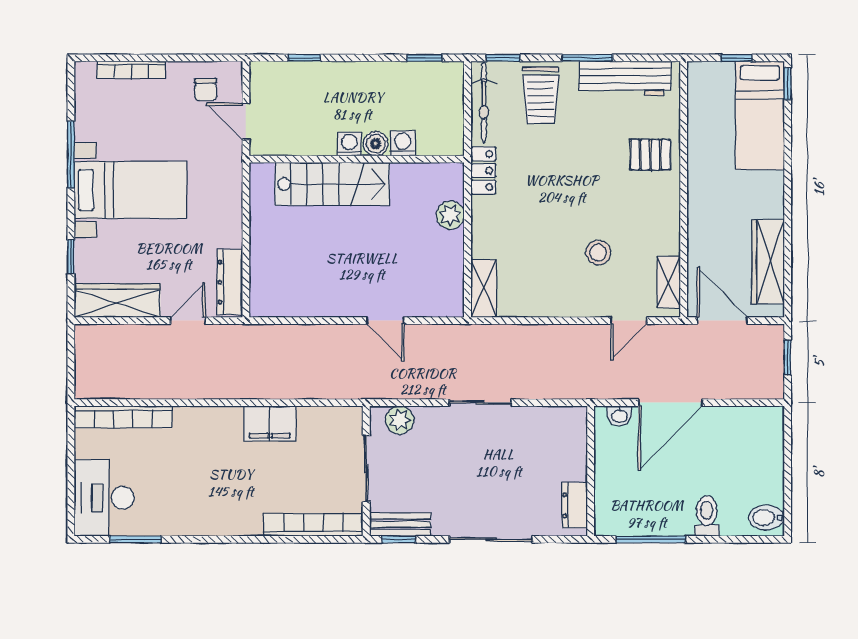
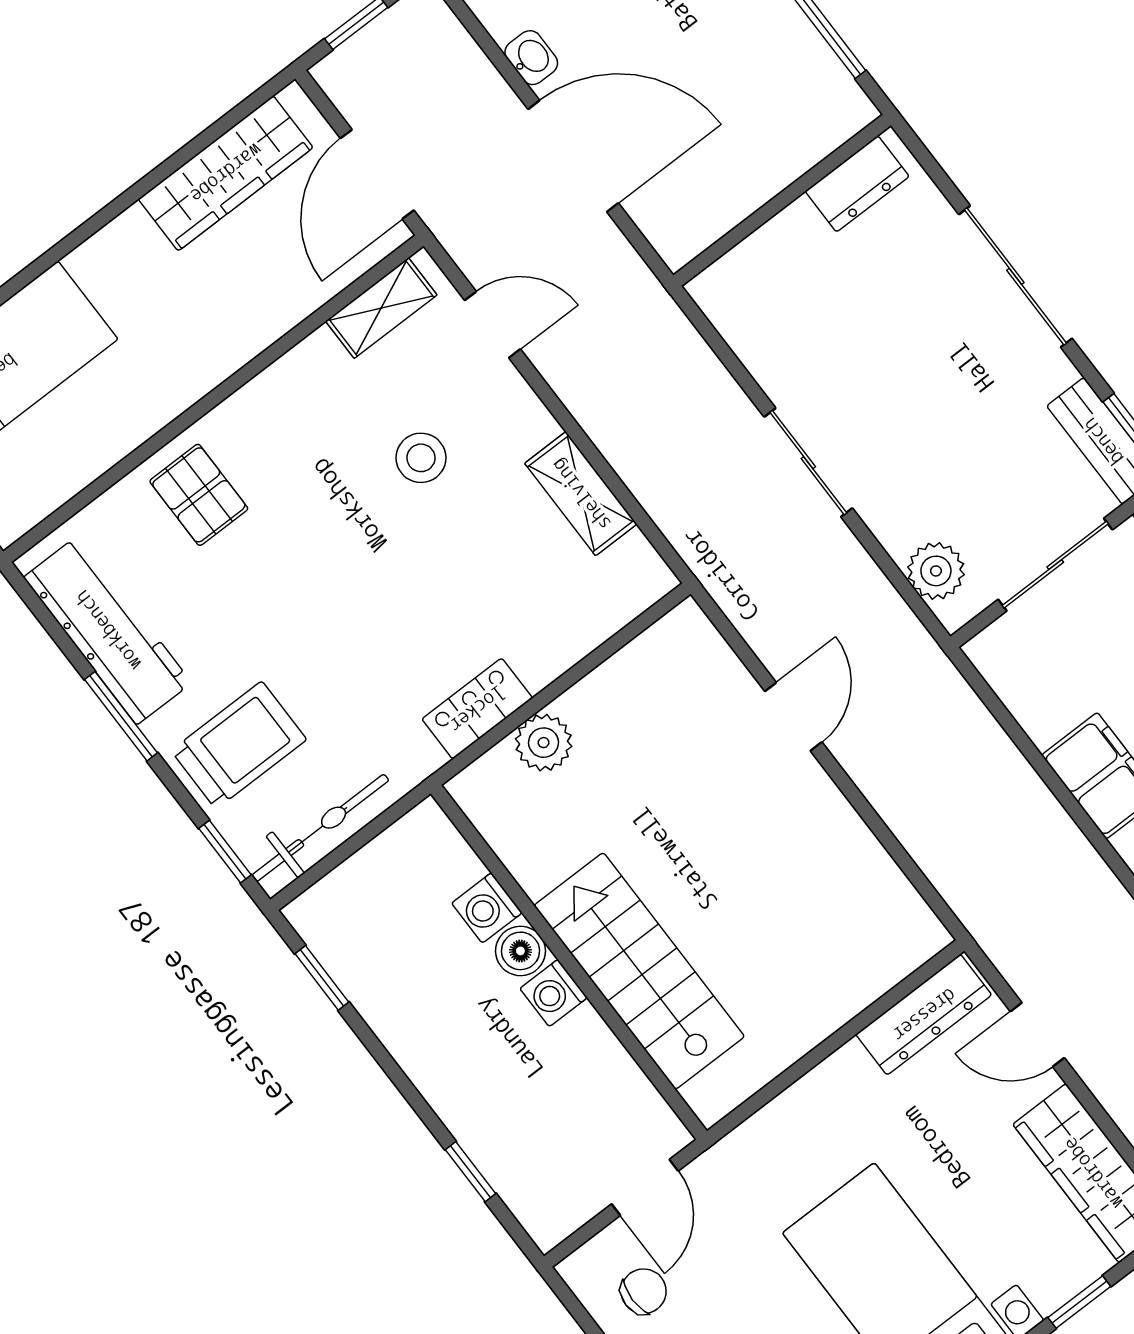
locker: (483, 171) -> (477, 709), moved
shelving: (484, 289) -> (581, 494), moved, turned 90
washbasin: (619, 416) -> (531, 58), moved

